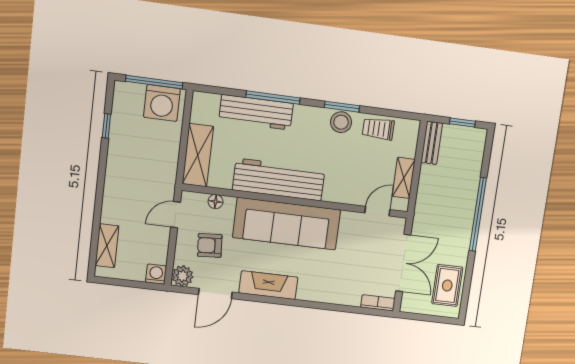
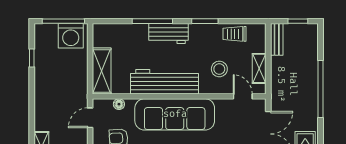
workbench: (256, 112) -> (168, 34), moved, width x0.73
stool: (341, 122) -> (219, 69), moved
door: (377, 211) -> (243, 96), hinge flipped

